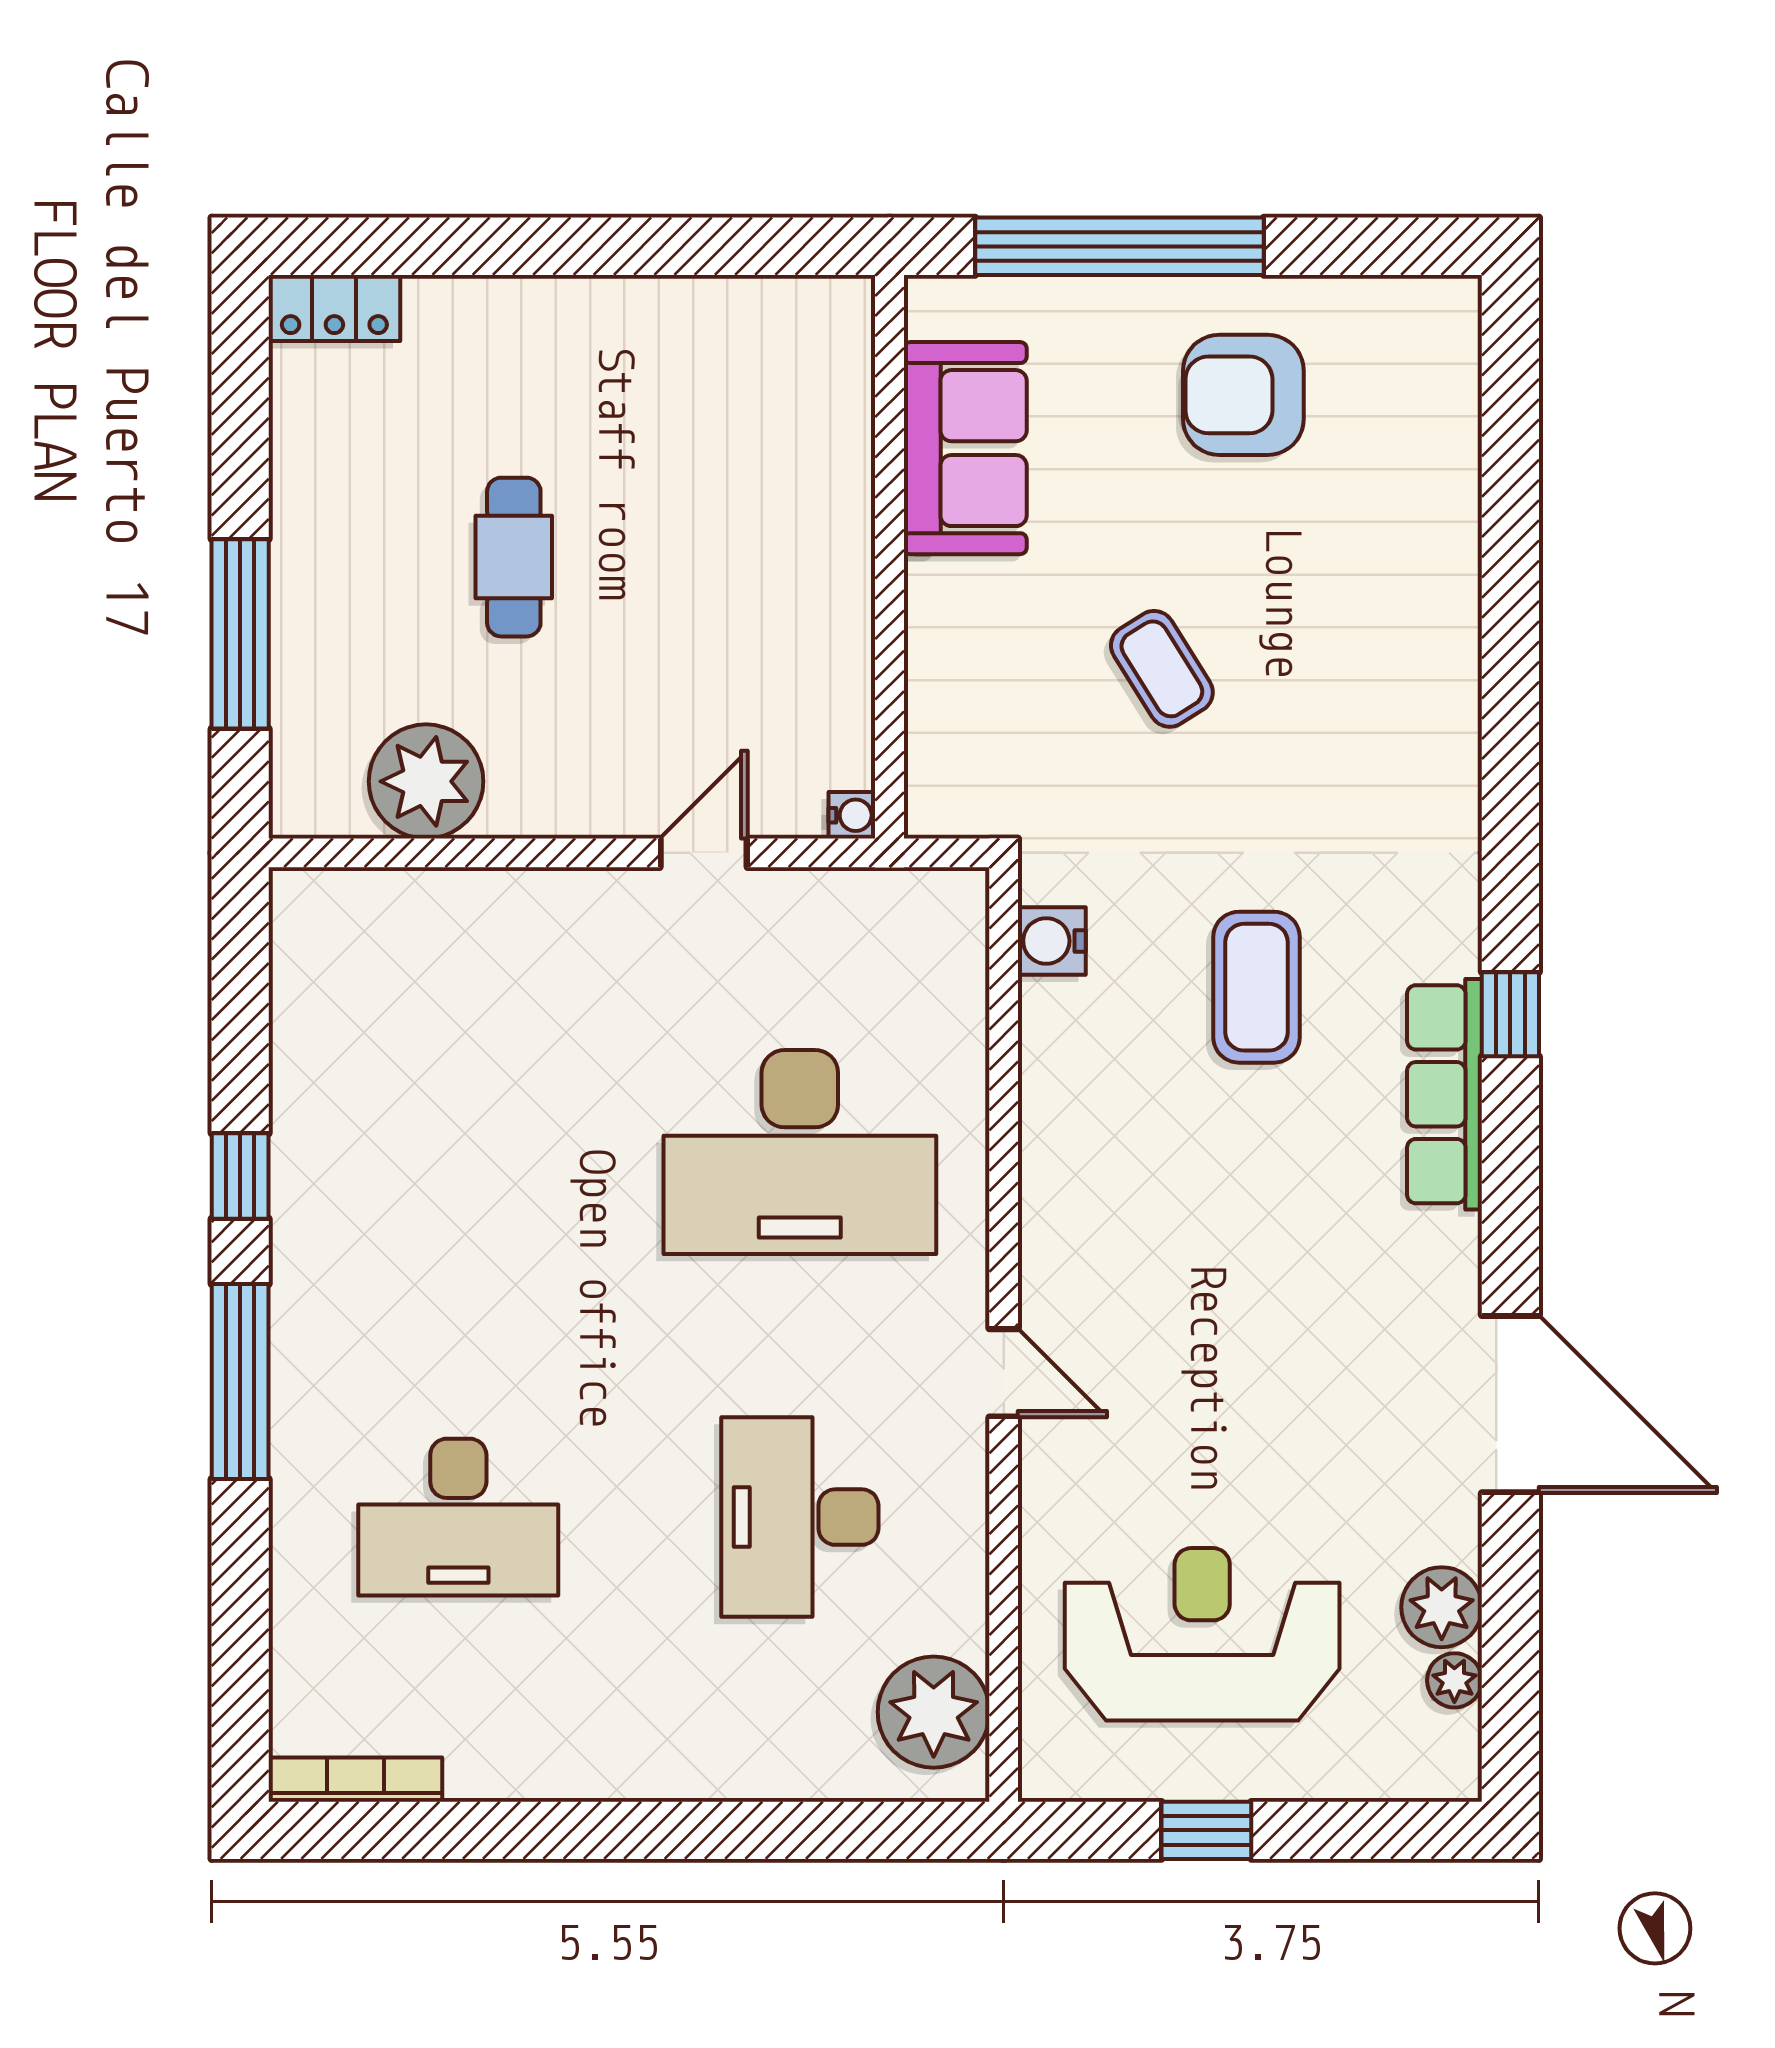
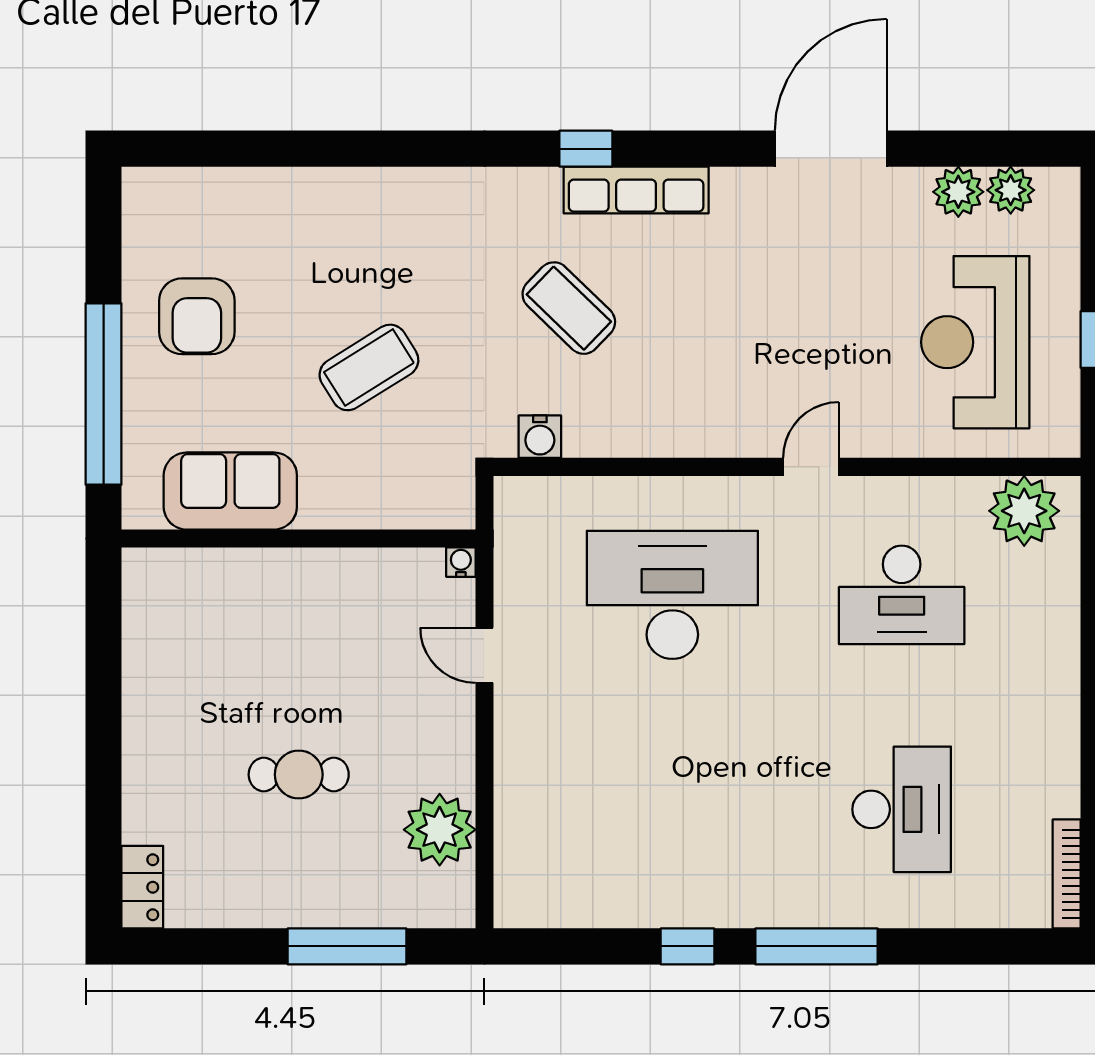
coffee table: (1162, 669) -> (369, 367), width x1.36, depth x1.30
coffee table: (1256, 987) -> (569, 308), turned 44
desk: (800, 1152) -> (672, 595), turned -90
plant: (1454, 1680) -> (1011, 190), width x1.38, depth x1.38

